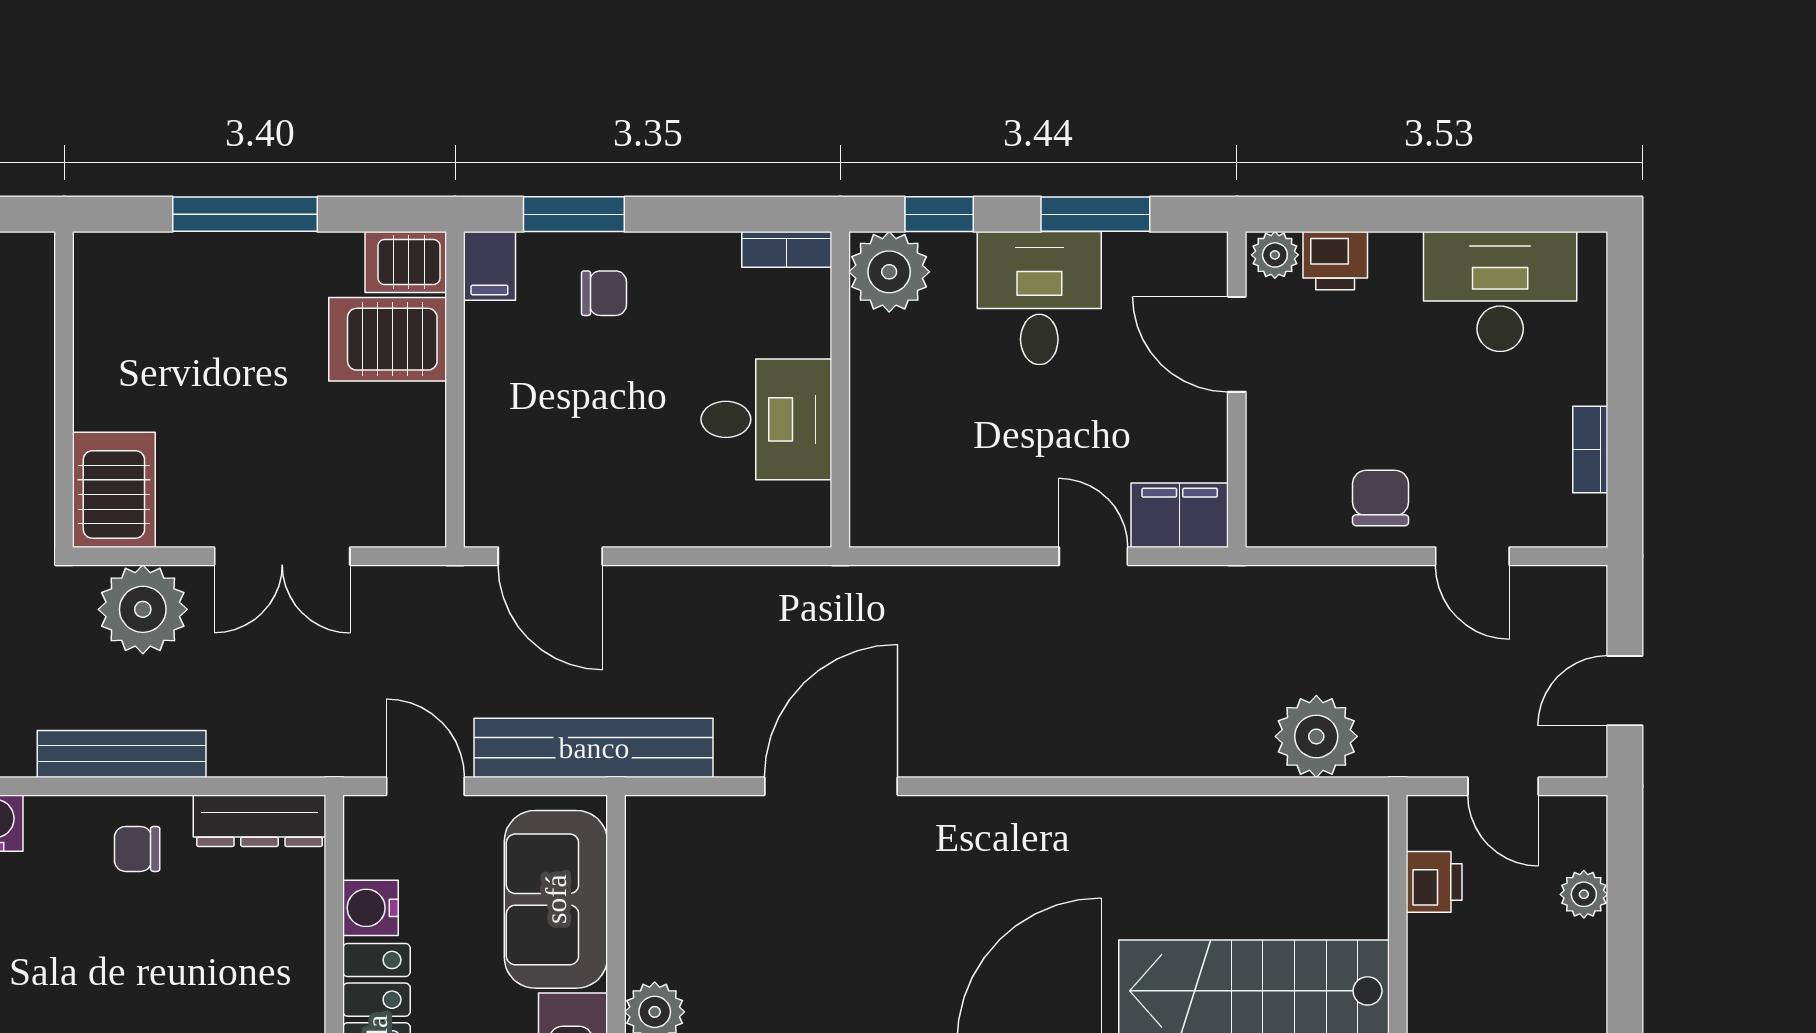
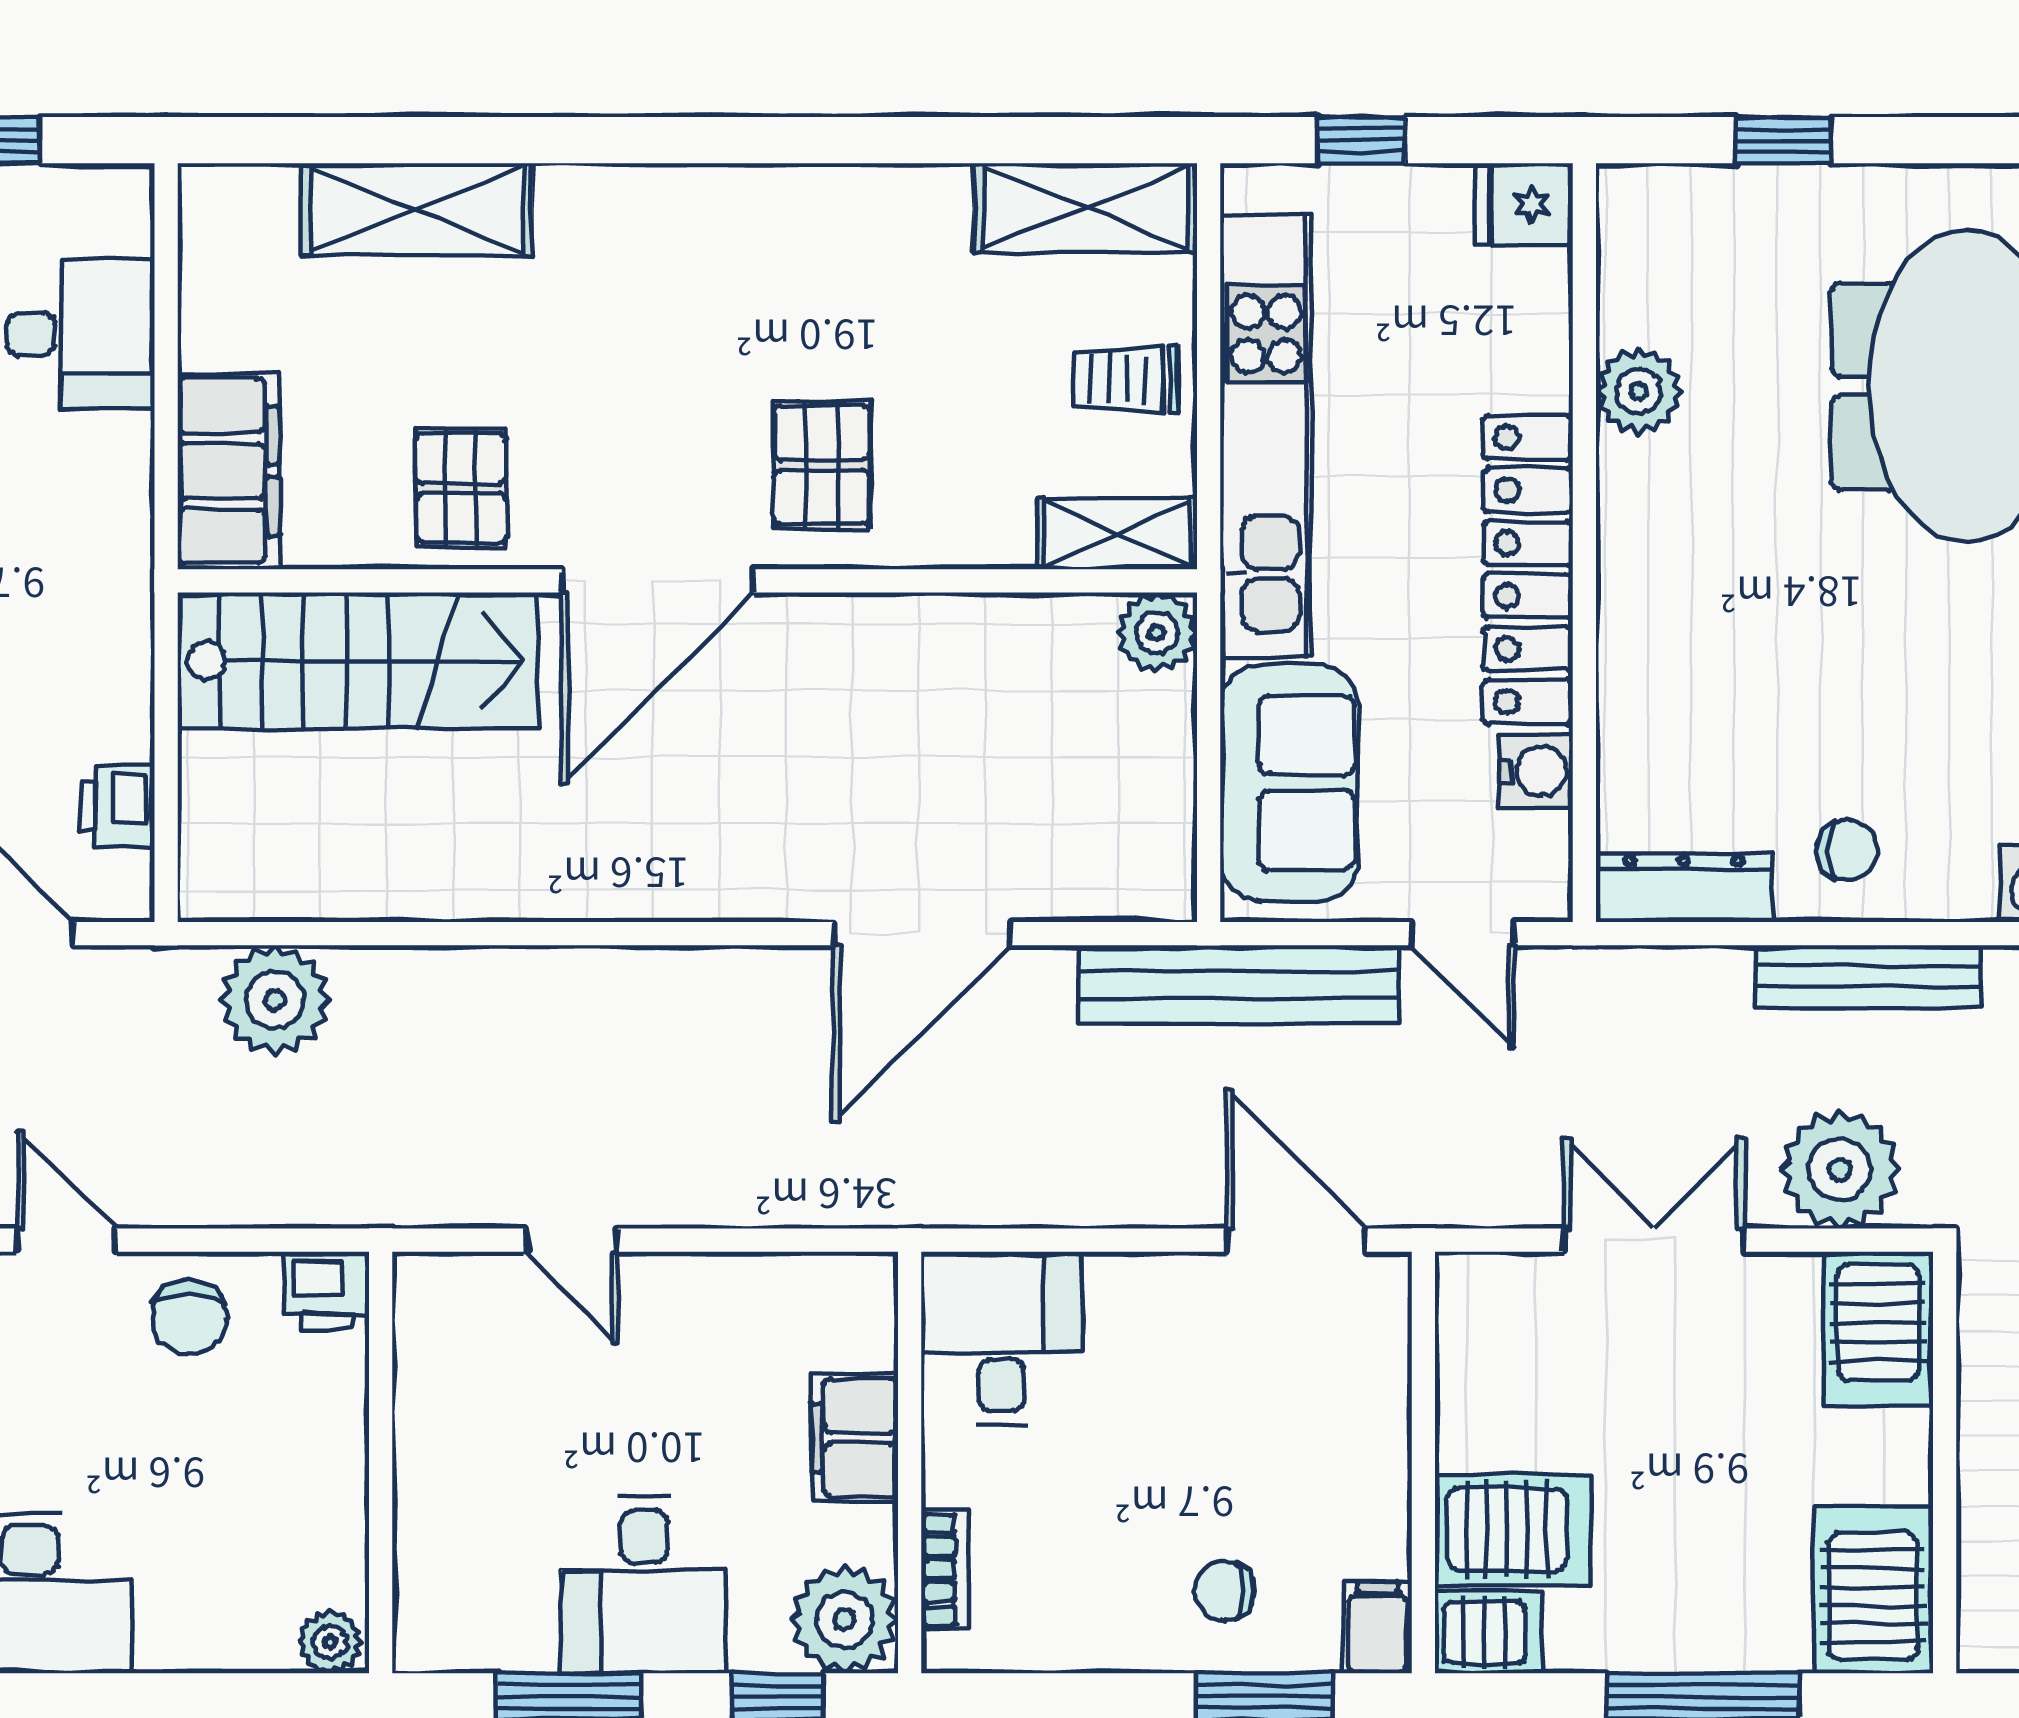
bookcase: (787, 249) -> (945, 1569), moved, turned 90
printer: (1335, 261) -> (326, 1291), moved, turned 180
server rack: (118, 294) -> (1873, 1590), added
door: (1237, 344) -> (381, 1523), removed
desk: (766, 419) -> (1002, 1339), moved, turned 90
filing cabinet: (1180, 515) -> (855, 1438), moved, turned 90

